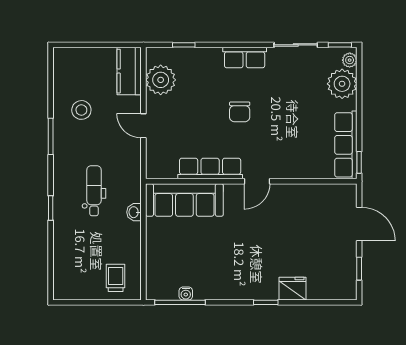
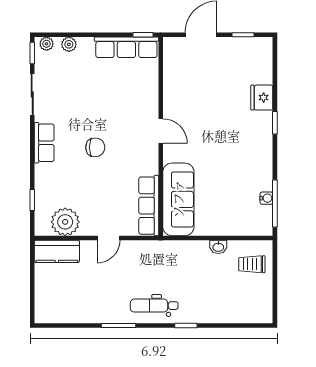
plant: (342, 84) -> (69, 44), width x0.53, depth x0.53
stool: (81, 110) -> (94, 297), removed
row of seats: (210, 169) -> (149, 206), moved
dental chair: (94, 191) -> (154, 306), moved
washbasin: (134, 212) -> (218, 247), moved

